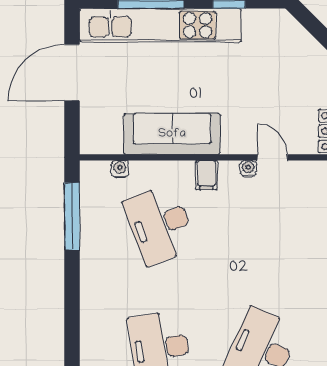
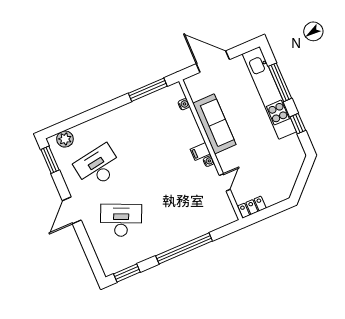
door: (72, 73) -> (213, 62), moved
water cooler: (248, 168) -> (209, 161), moved
desk: (160, 225) -> (164, 138), removed

